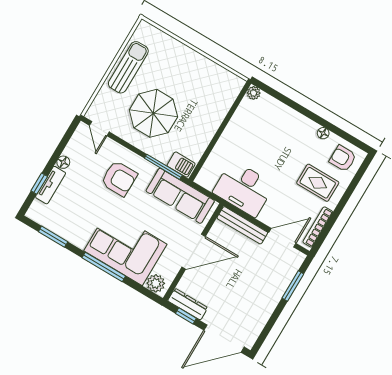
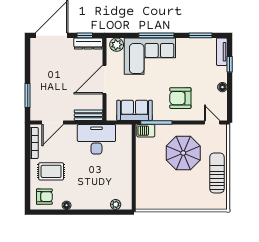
sun lounger: (128, 67) -> (217, 173), turned 180
plant: (254, 93) -> (116, 204), moved
tv unit: (51, 185) -> (222, 52), moved
sofa: (180, 196) -> (134, 110), width x0.73
bench: (242, 225) -> (88, 115), width x0.73

